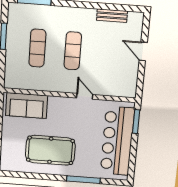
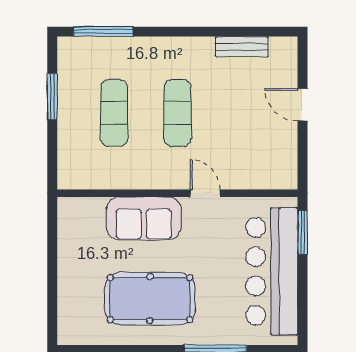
sofa: (27, 106) -> (144, 218), moved

